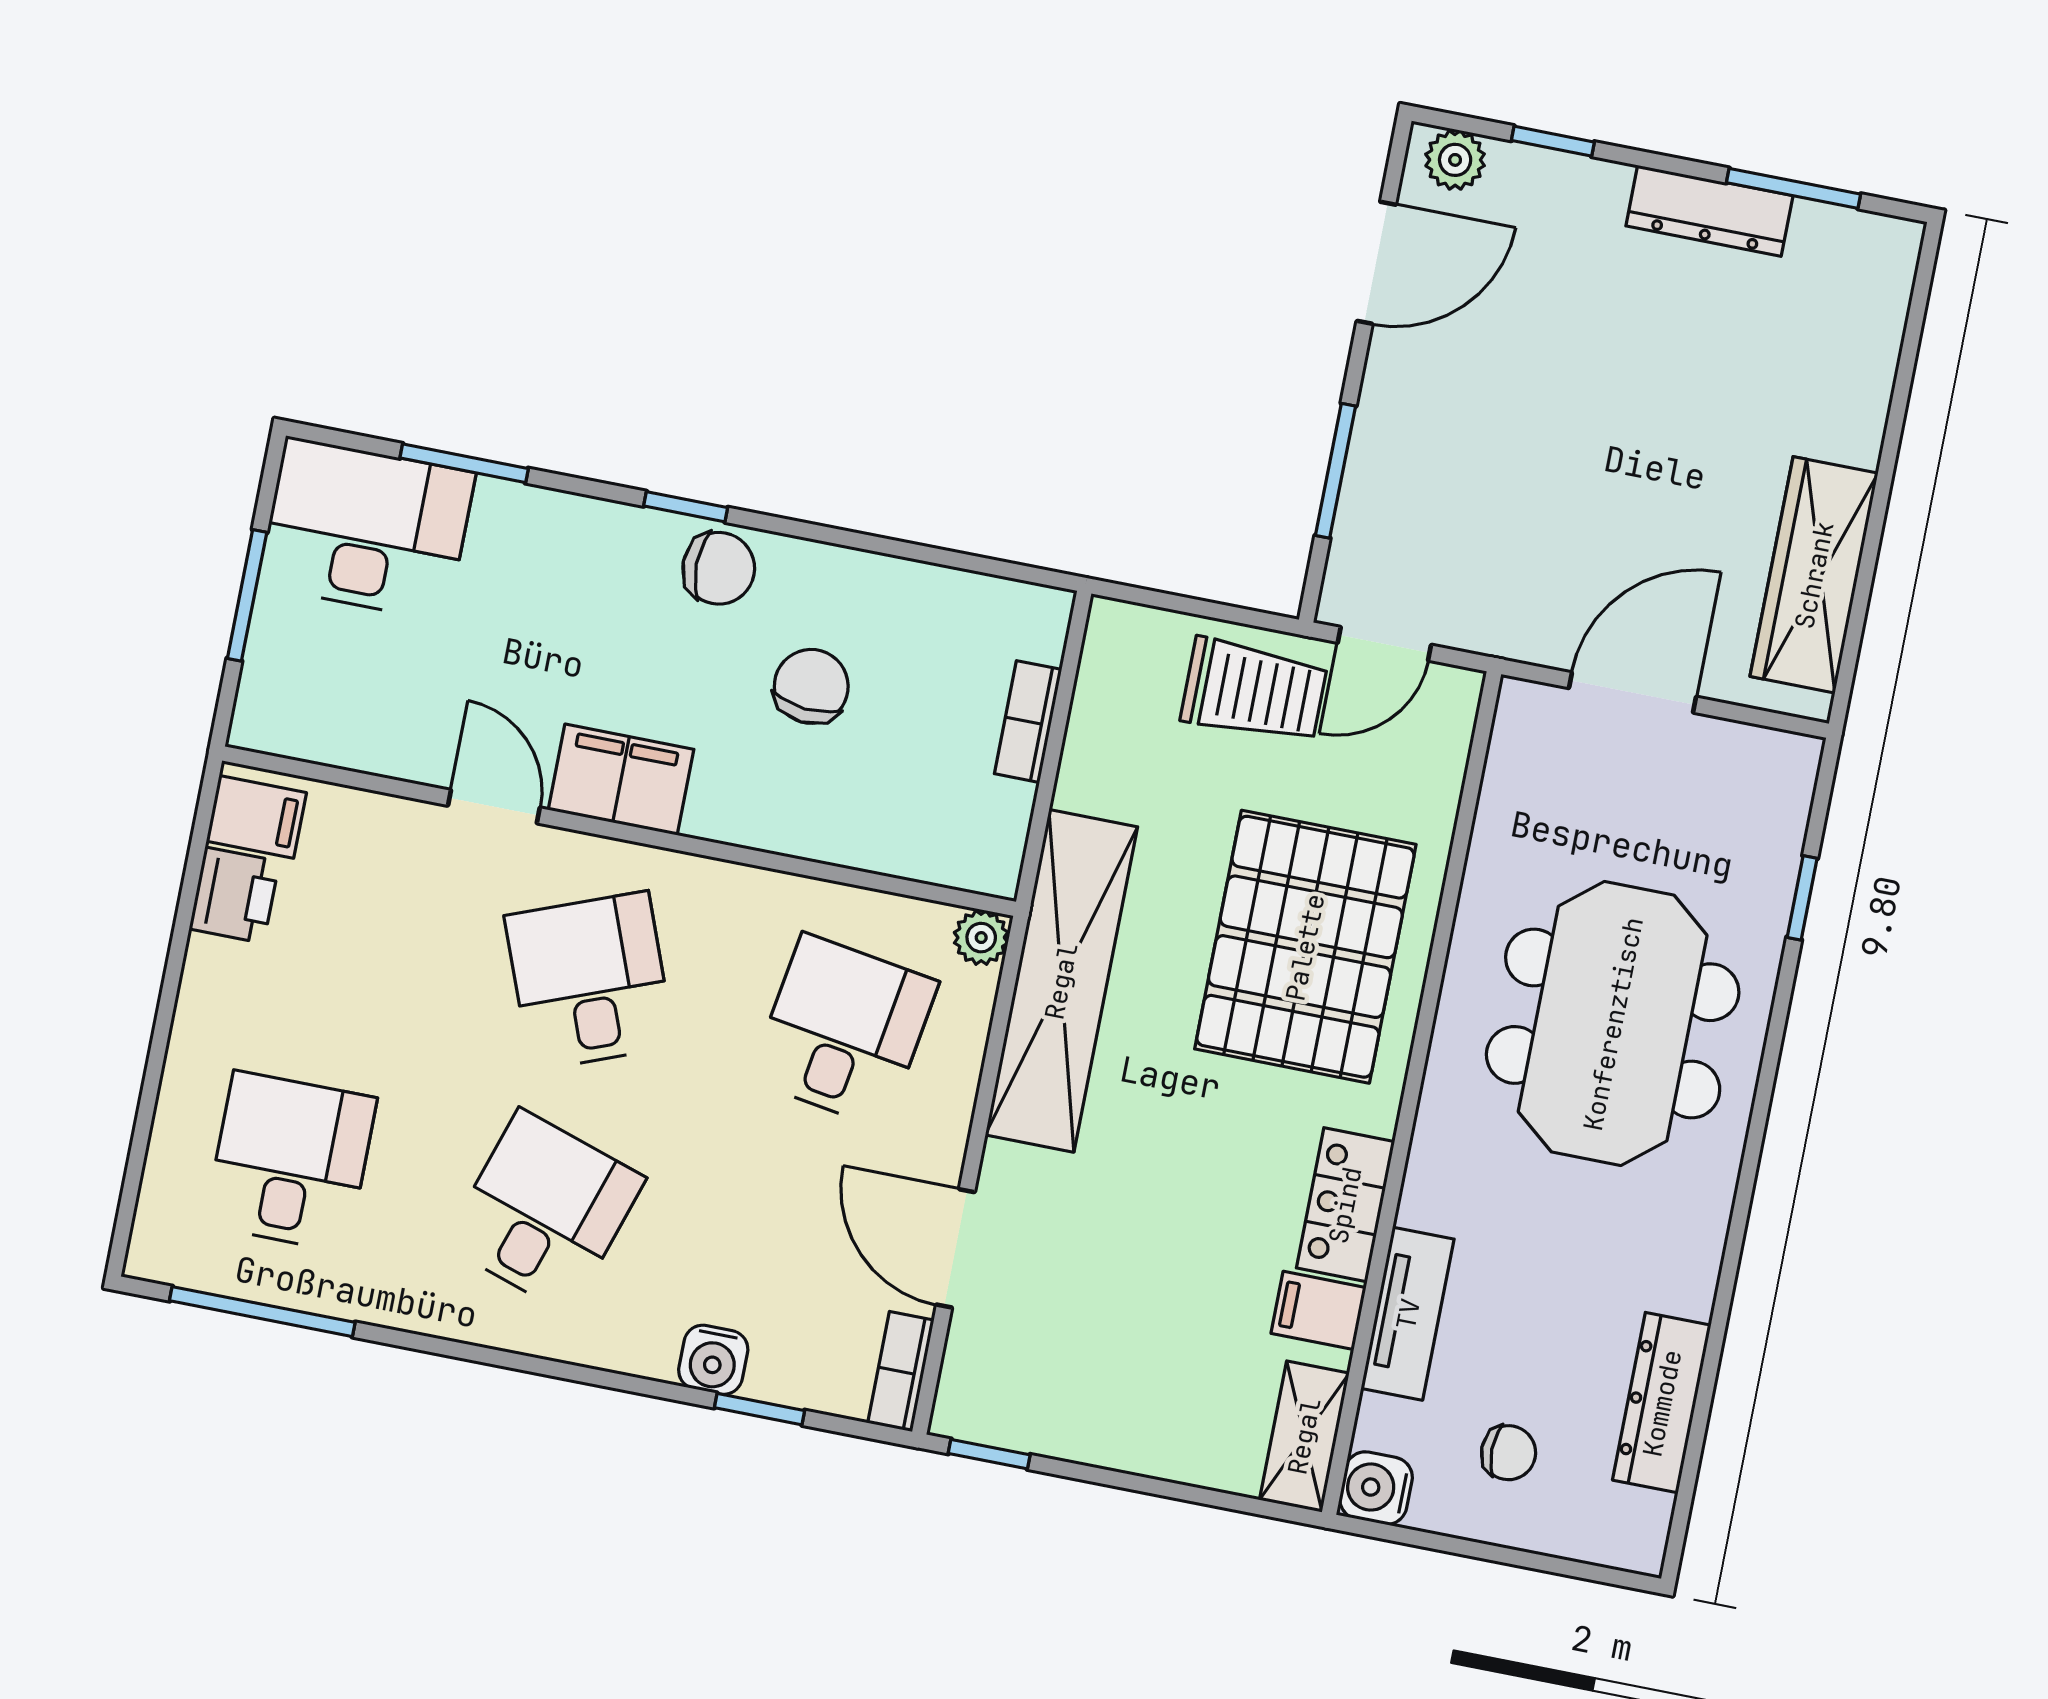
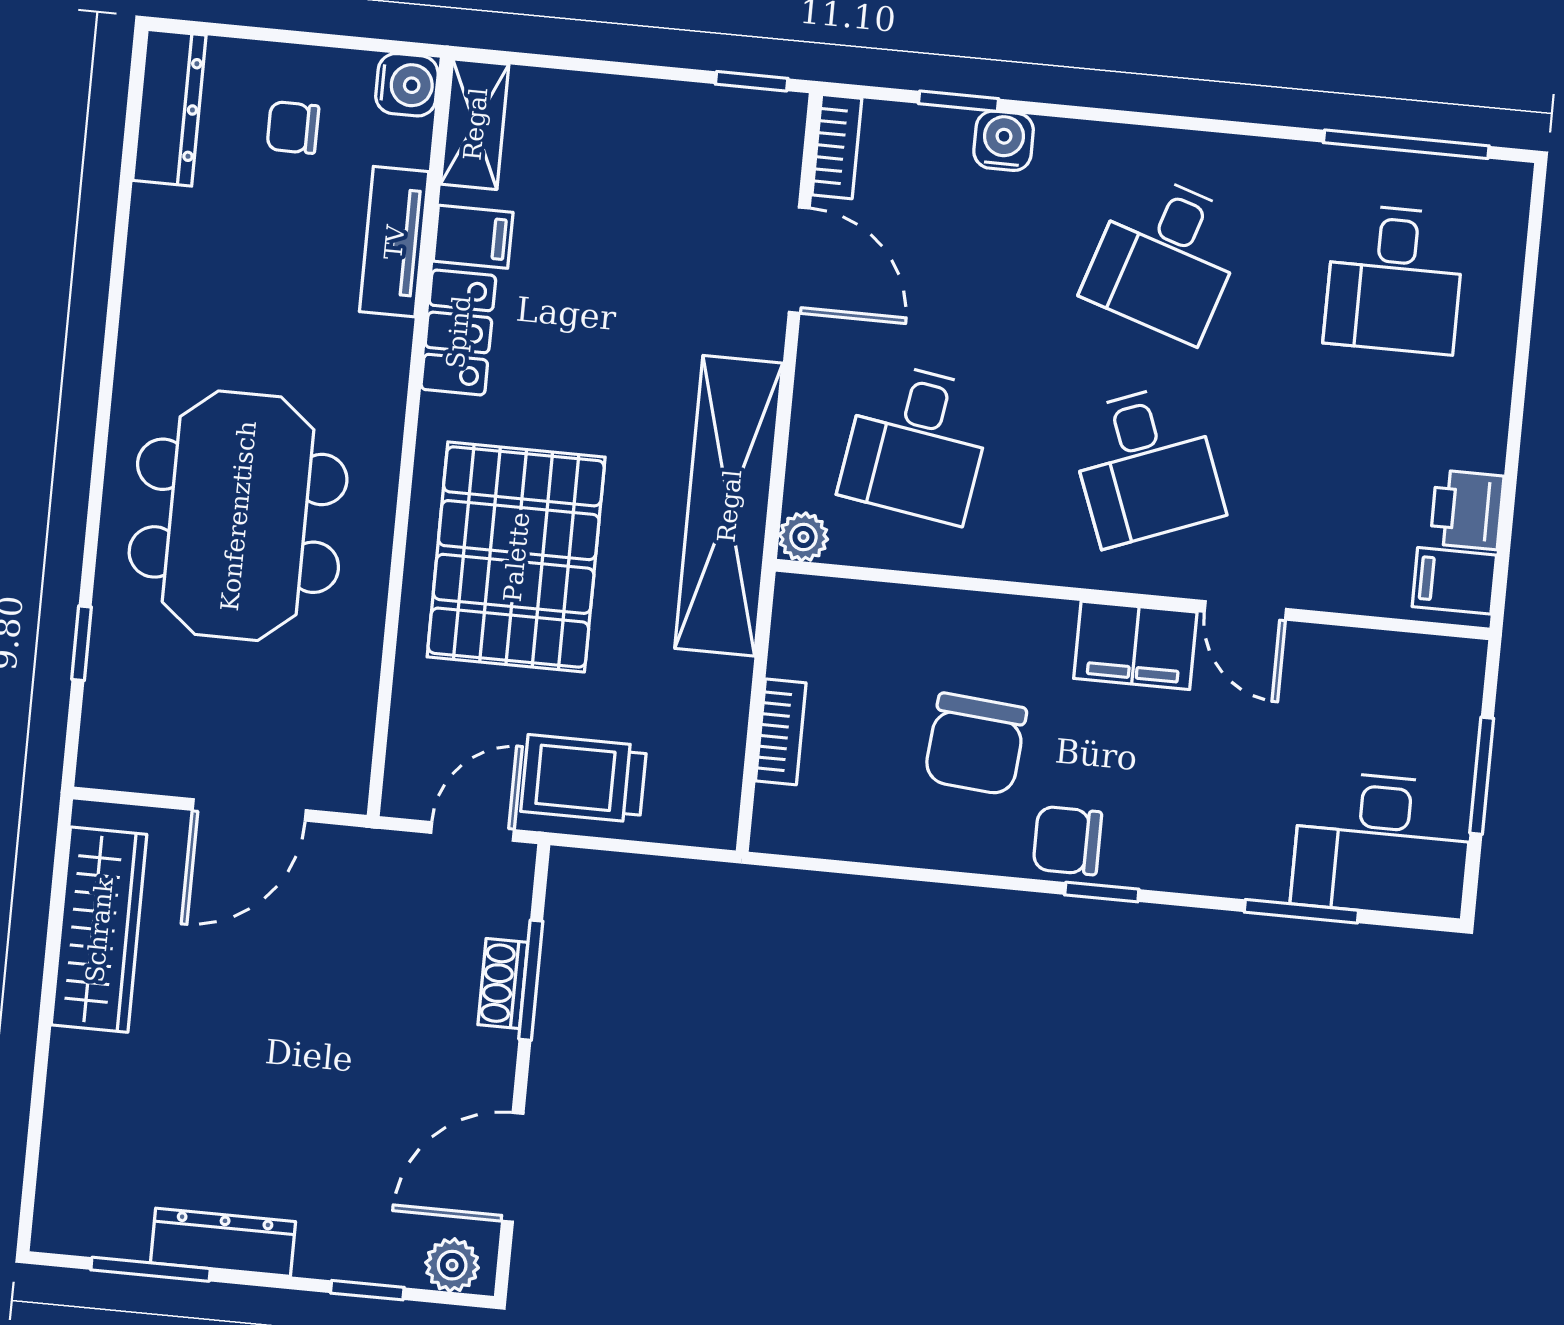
shoe rack: (1367, 470) -> (503, 984), added
chair: (811, 686) -> (975, 744), width x1.37, depth x1.37
dresser: (1662, 1403) -> (169, 108), moved

